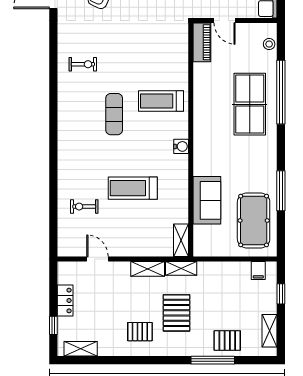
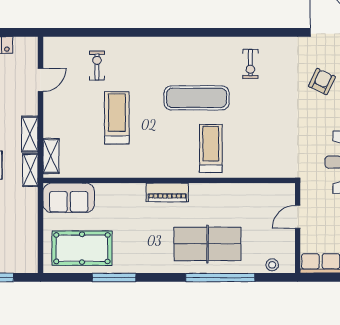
piano: (202, 42) -> (167, 192), moved
exercise mat: (114, 114) -> (197, 98), width x1.36, depth x1.45
water cooler: (181, 146) -> (162, 170), removed
sofa: (207, 200) -> (69, 198), moved
shelving: (181, 240) -> (51, 156), moved, turned 90
filing cabinet: (258, 270) -> (28, 253), removed

